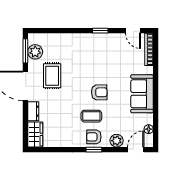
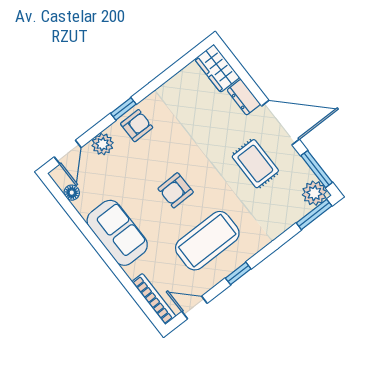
window: (43, 31) -> (314, 214), added
plant: (35, 52) -> (314, 193), moved
coffee table: (91, 116) -> (207, 241), moved, width x1.86, depth x1.72

